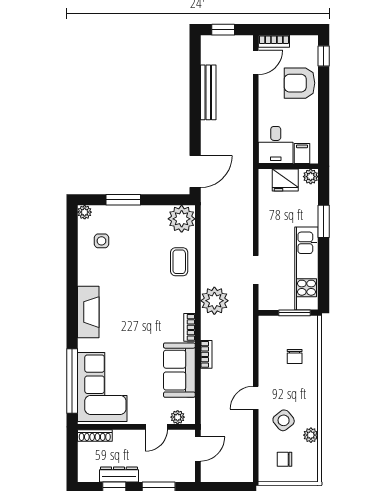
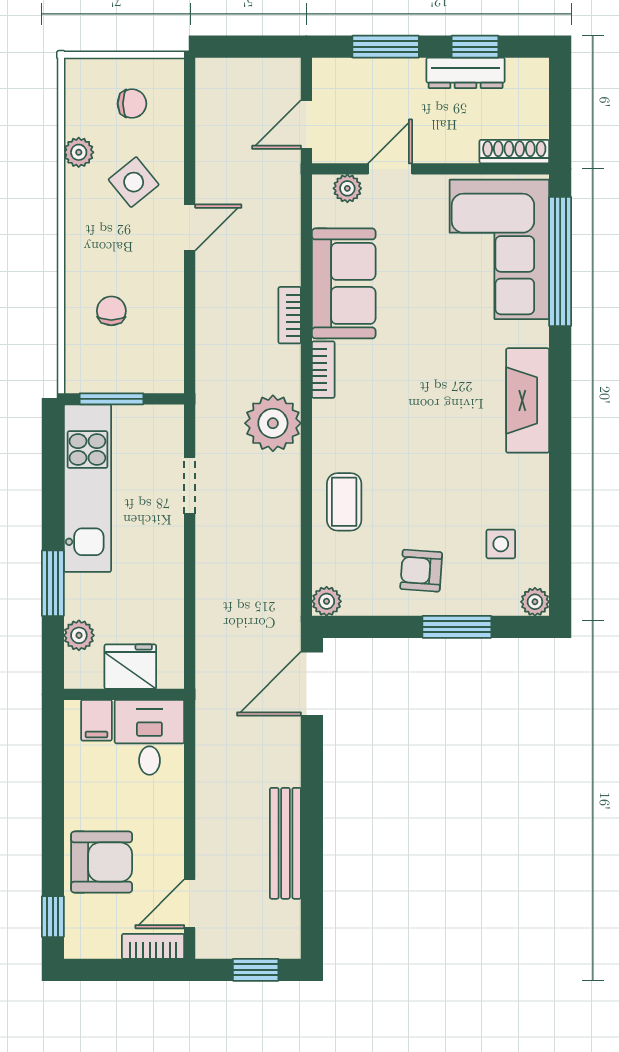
plant: (311, 177) -> (79, 635), moved
plant: (182, 219) -> (327, 601), width x0.53, depth x0.53
armchair: (141, 228) -> (421, 571), added

